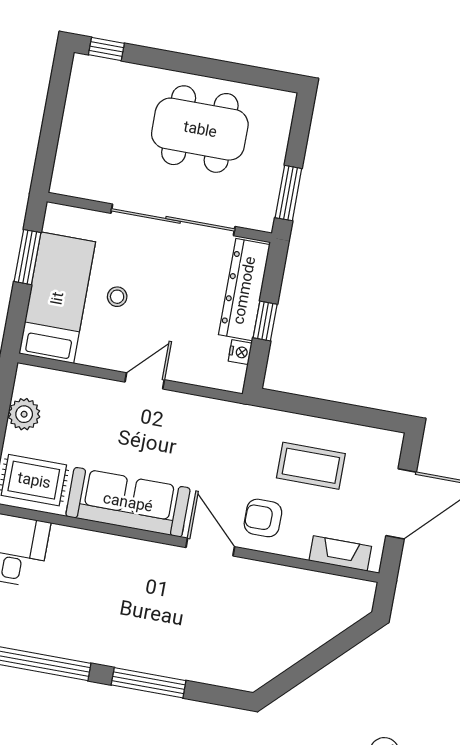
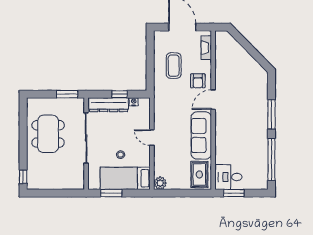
plant: (24, 414) -> (160, 183), moved

